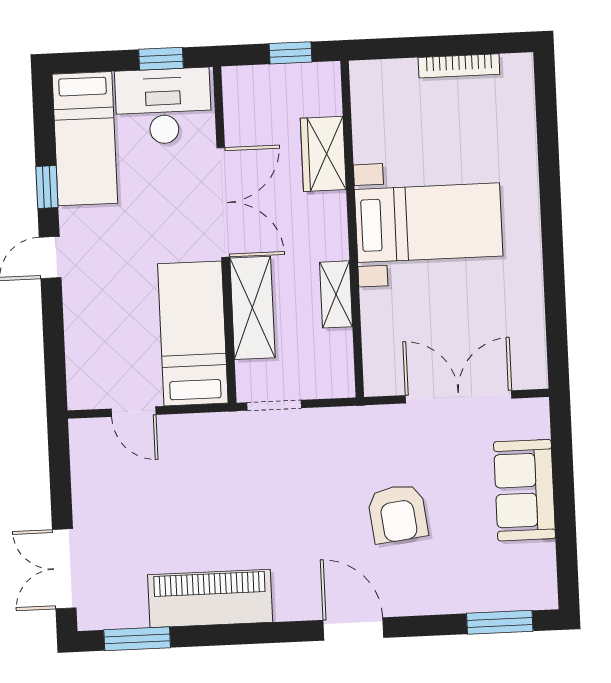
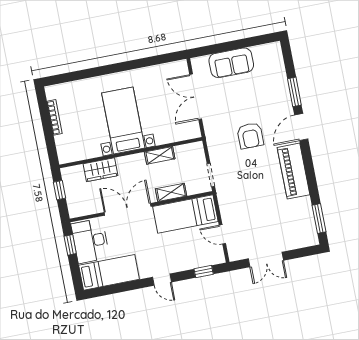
window: (47, 187) -> (204, 272), moved
shelving: (252, 308) -> (171, 192), width x0.67, depth x0.75
door: (134, 412) -> (222, 234), swing flipped
armchair: (398, 514) -> (250, 136), moved, turned 97
double door: (64, 569) -> (266, 259), moved
piano: (210, 598) -> (294, 171), moved
window: (500, 622) -> (294, 92), moved

